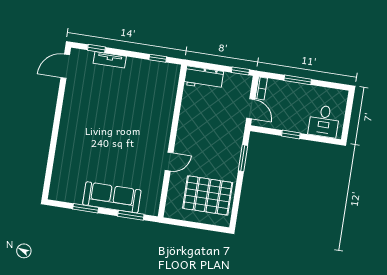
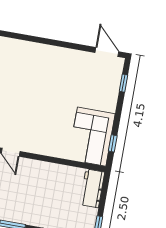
tv unit: (110, 60) -> (112, 96), removed
corner sofa: (151, 80) -> (92, 137), added

